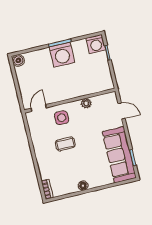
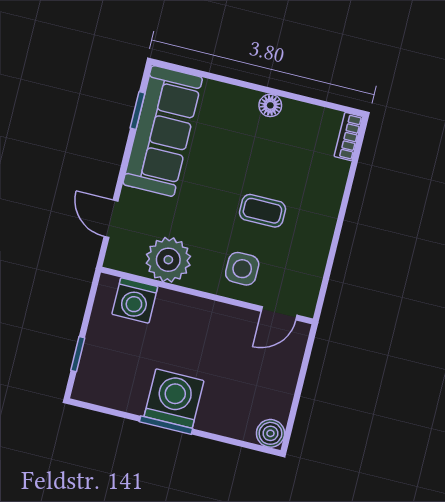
washing machine: (96, 44) -> (135, 300), moved, turned 180
plant: (86, 103) -> (168, 260), width x1.88, depth x1.88

